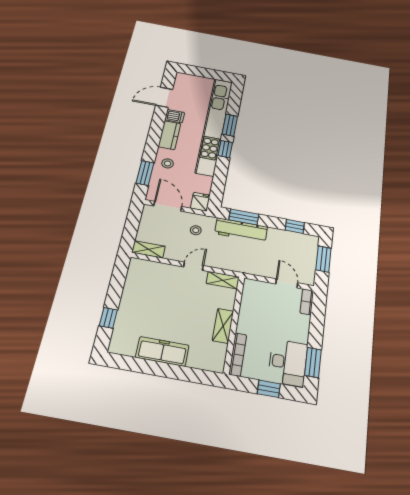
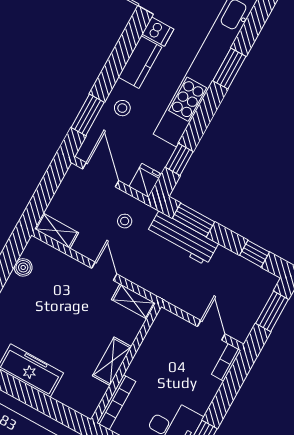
window: (225, 149) -> (179, 159), moved
door: (193, 266) -> (104, 271), hinge flipped
boiler: (132, 280) -> (23, 267), added

